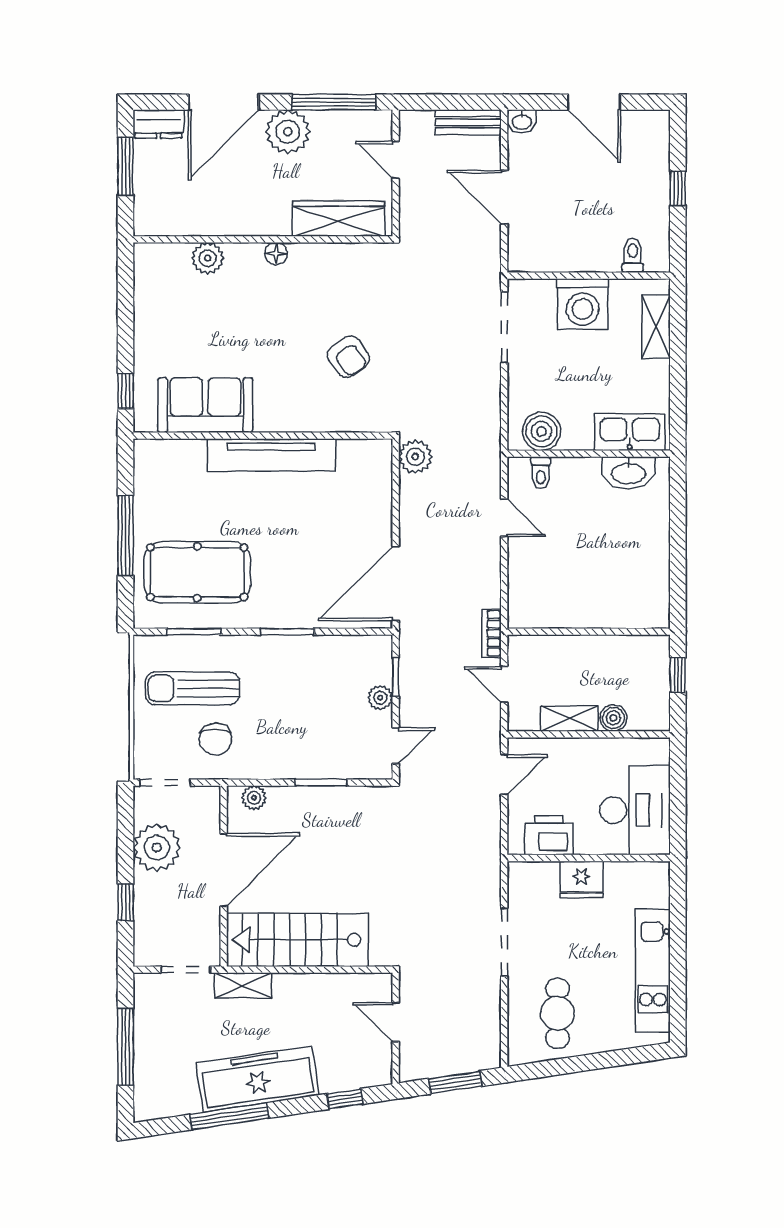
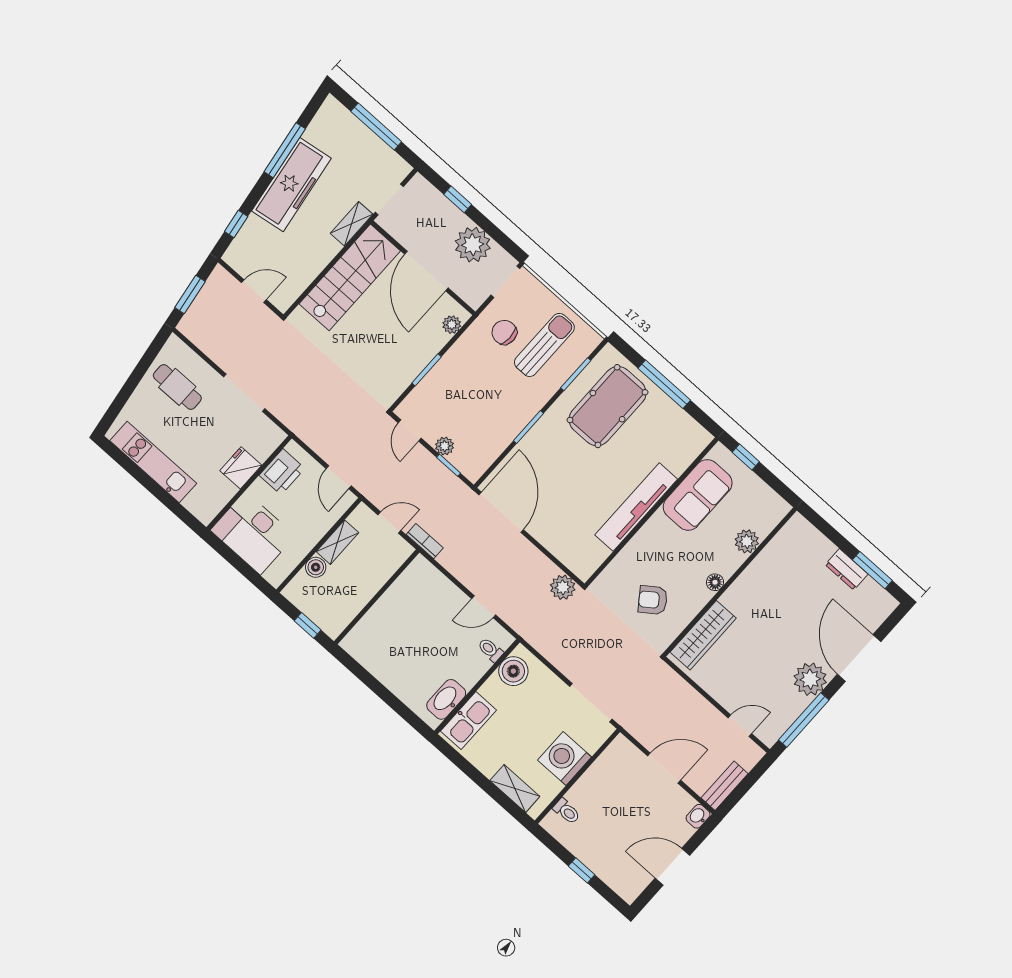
dresser: (159, 124) -> (847, 569), moved, turned -90
wardrobe: (339, 219) -> (703, 635), moved
wall: (263, 239) -> (730, 582), moved
floor lamp: (276, 254) -> (715, 582), moved
plant: (208, 258) -> (747, 541), moved

